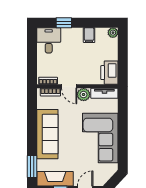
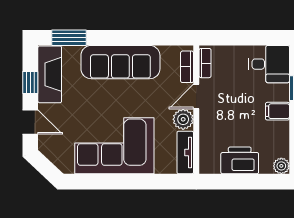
filing cabinet: (89, 35) -> (277, 111), moved
printer: (109, 73) -> (240, 160), moved

